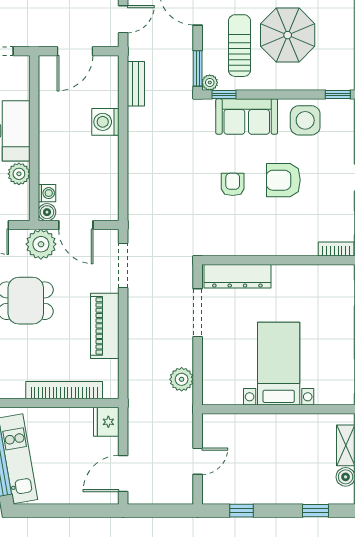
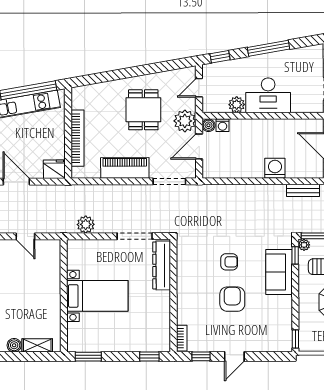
side table: (305, 120) -> (276, 315), removed

